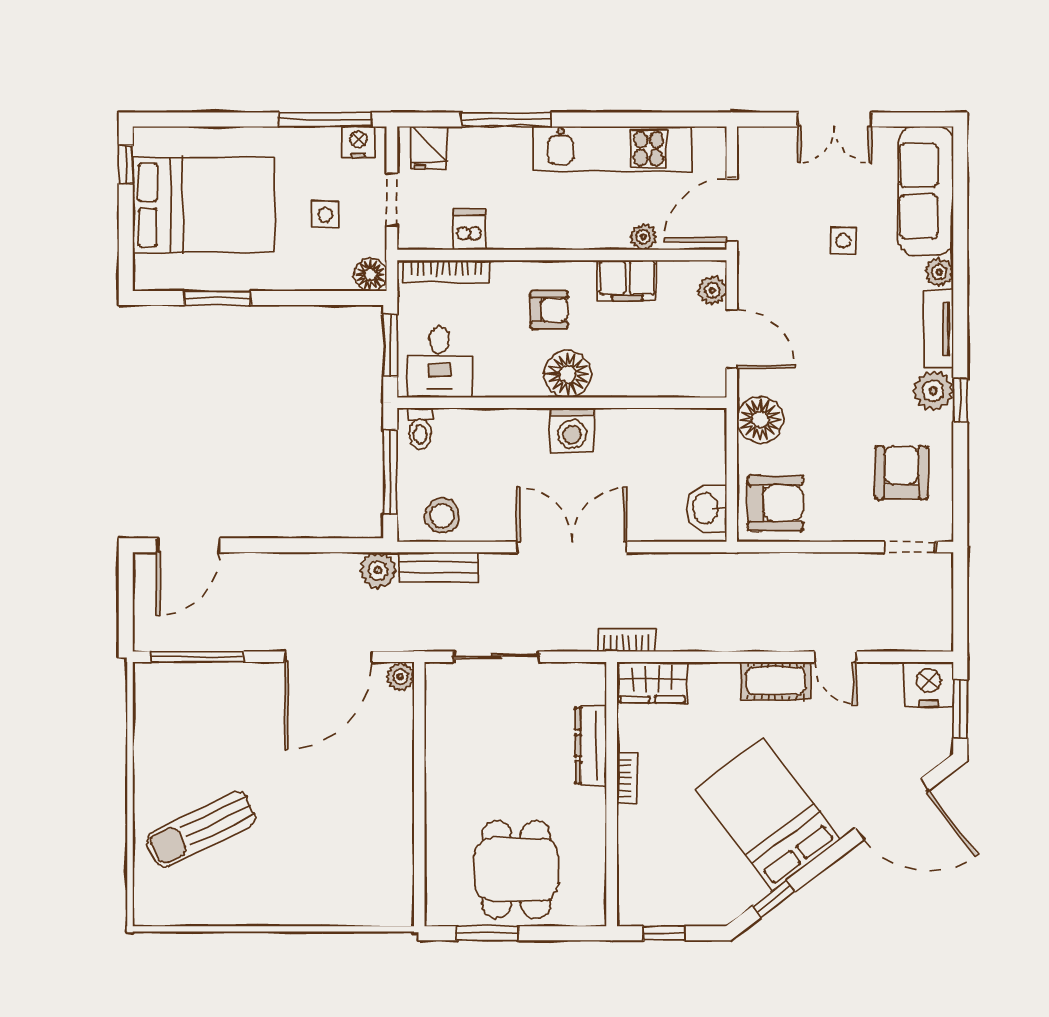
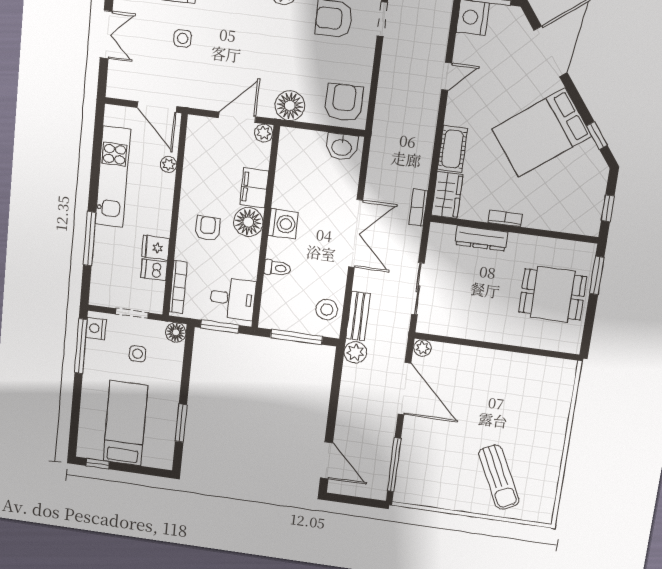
fridge: (429, 148) -> (156, 248), moved, turned 180
bed: (203, 205) -> (125, 423), width x0.67
filing cabinet: (627, 280) -> (254, 188), moved, turned 180
plant: (712, 290) -> (264, 133), moved
toilet: (420, 428) -> (277, 268), moved
double door: (572, 547) -> (356, 234), swing flipped
cot: (776, 681) -> (452, 149), moved
window: (488, 933) -> (597, 275), moved

